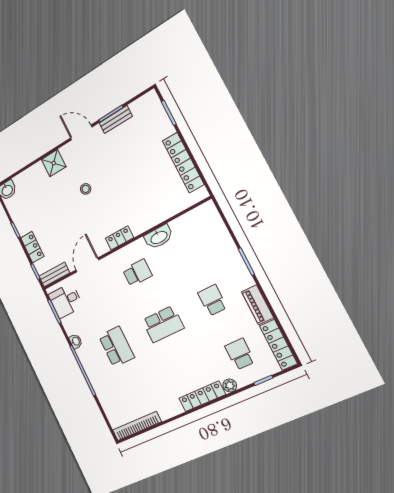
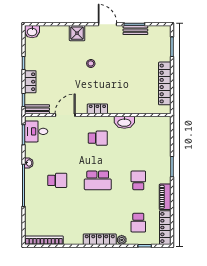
school desk: (116, 347) -> (57, 180), width x0.54
school desk: (240, 354) -> (138, 223), turned 180

